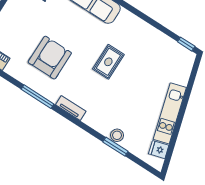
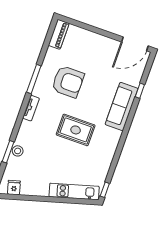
rug: (108, 62) -> (76, 130), width x1.36, depth x1.43
kitchen unit: (170, 113) -> (74, 191), moved

